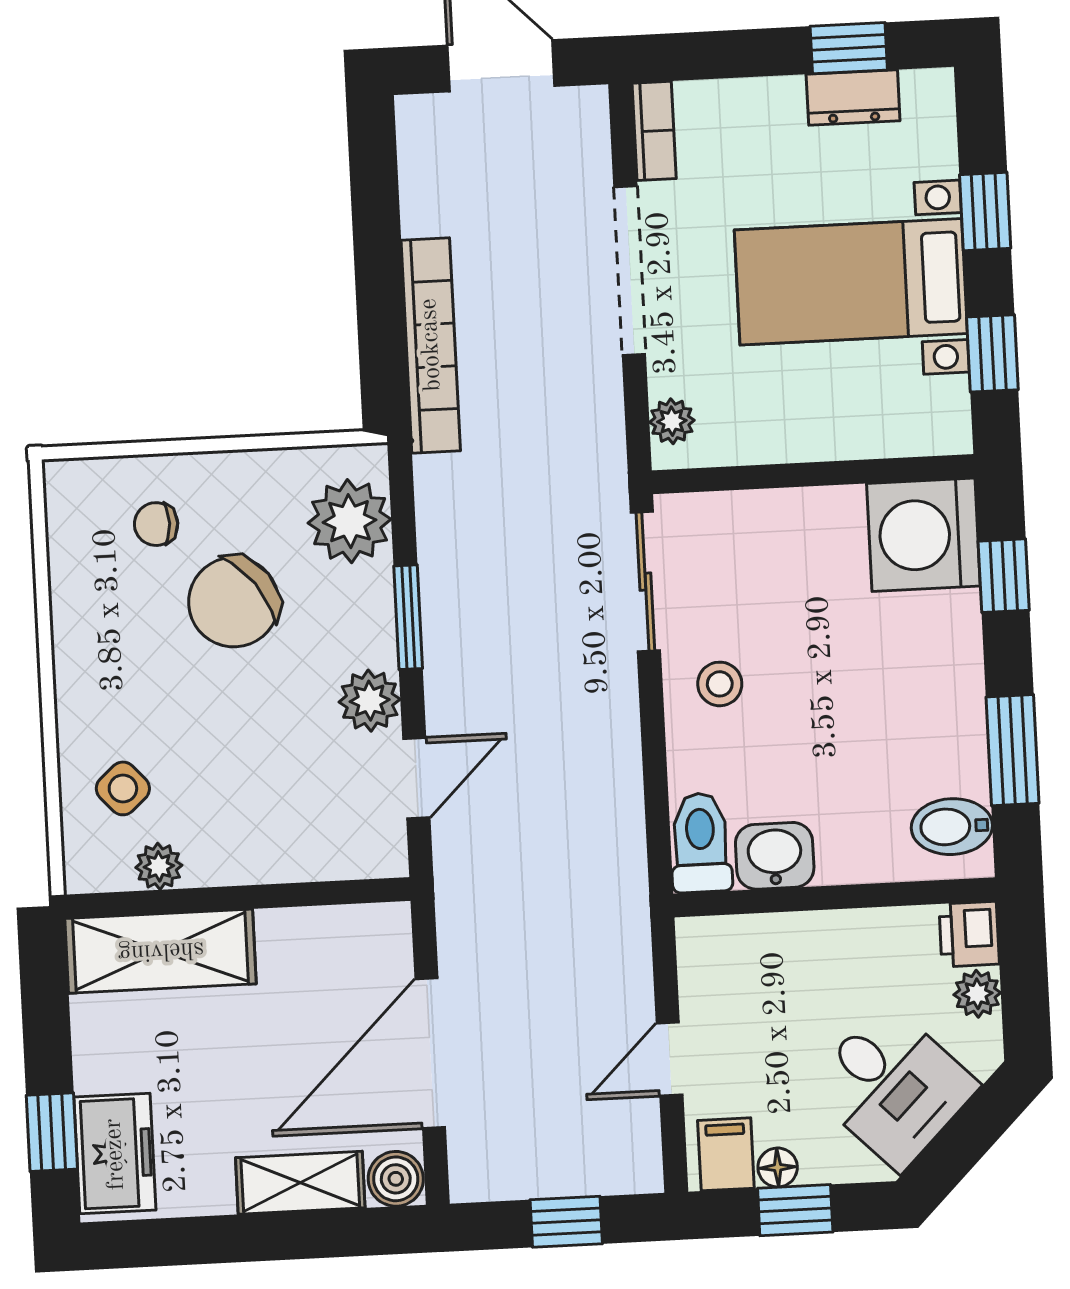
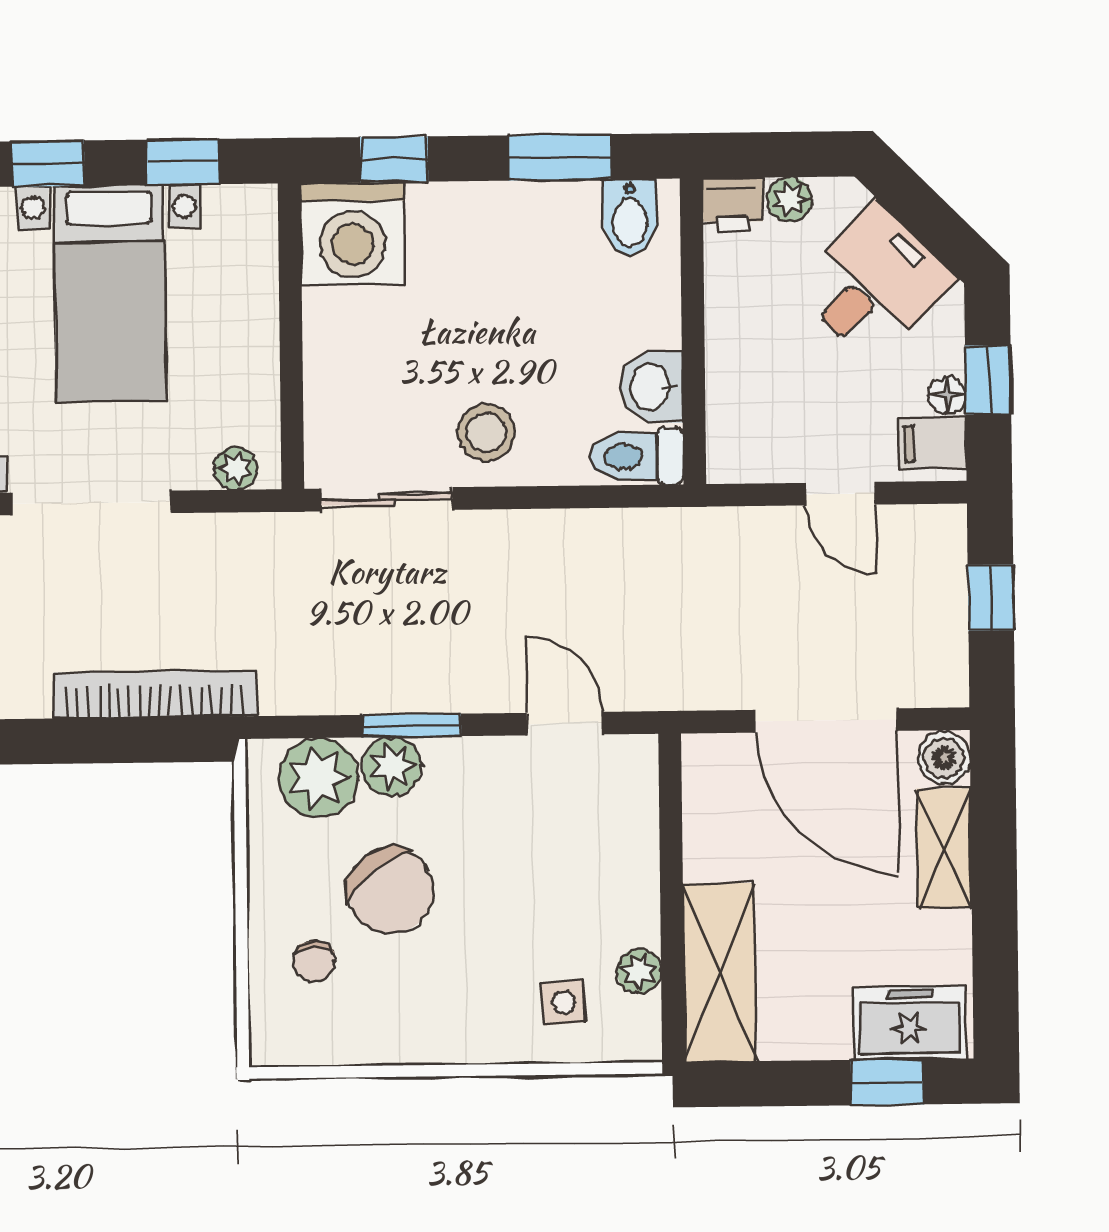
stool: (720, 684) -> (486, 432), width x1.37, depth x1.37
plant: (370, 701) -> (392, 766), moved
side table: (123, 788) -> (564, 1002), turned 38

